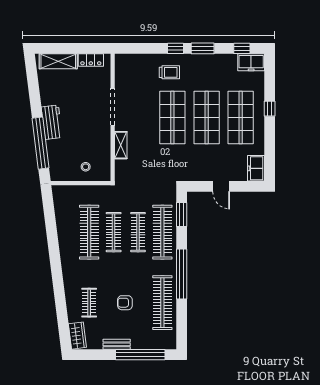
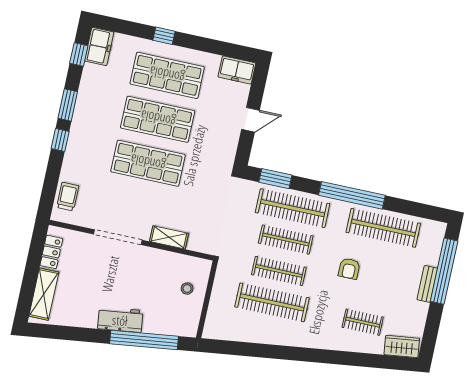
trolley: (169, 72) -> (68, 197), moved
armchair: (125, 303) -> (349, 269), moved
bench: (117, 344) -> (427, 284), moved

